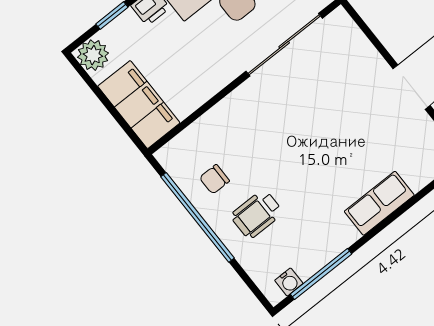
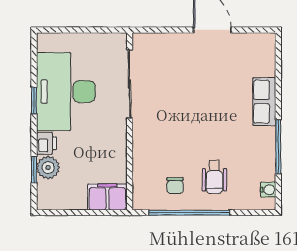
plant: (93, 55) -> (48, 168), moved
filing cabinet: (139, 105) -> (107, 197), width x0.67, depth x0.86
window: (321, 274) -> (278, 147), moved

